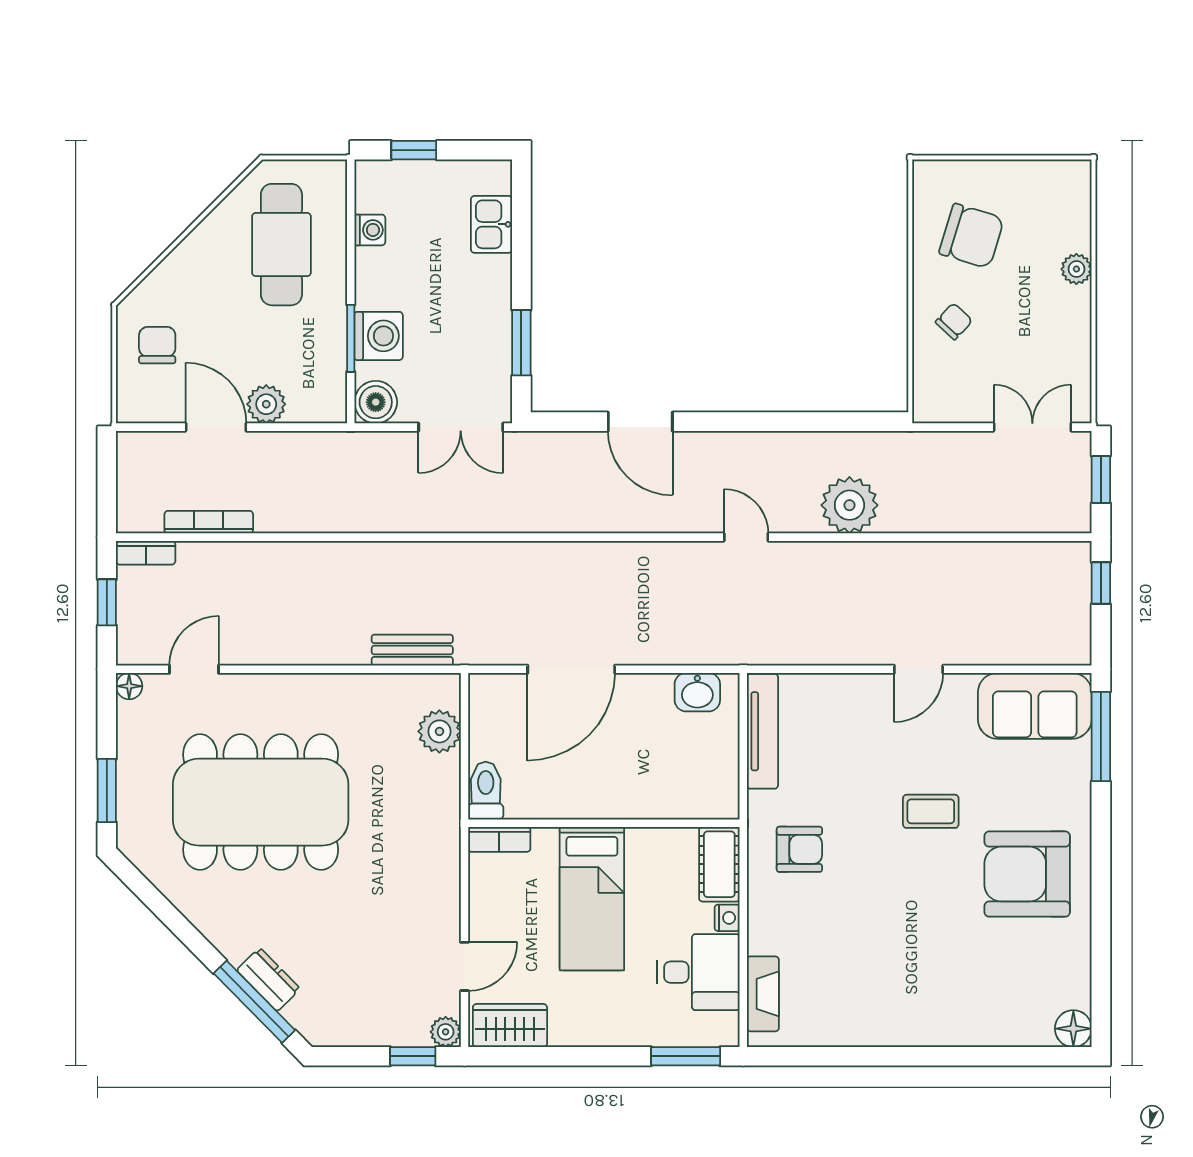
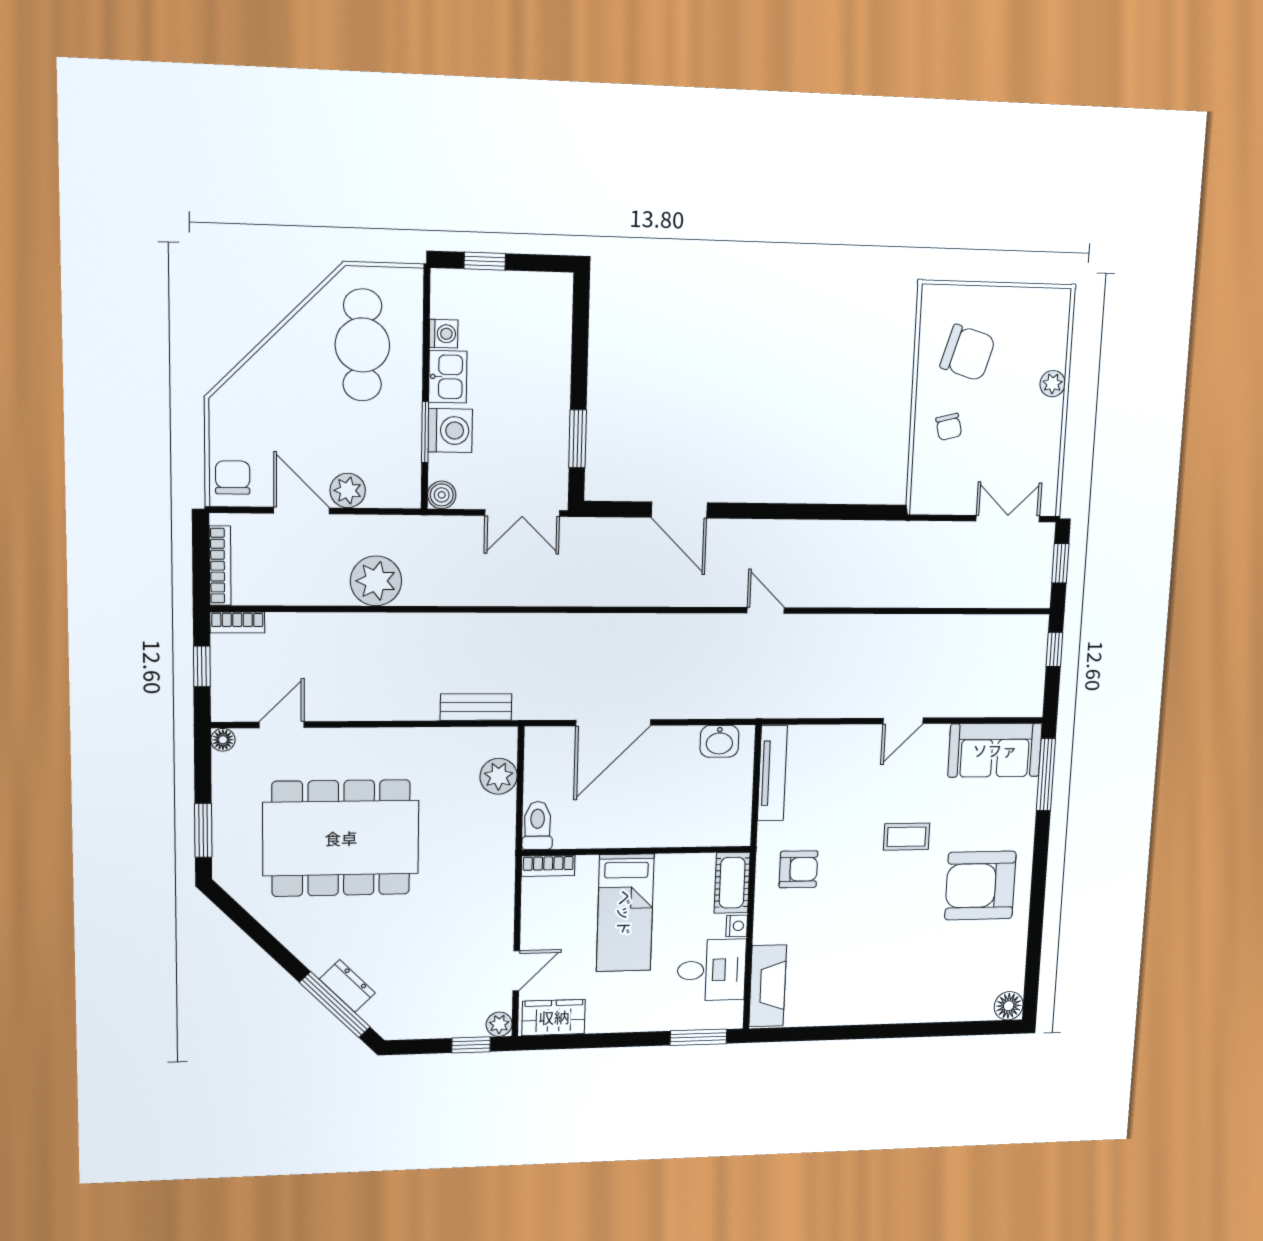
kitchen sink: (492, 224) -> (448, 377), moved, turned 180
chair: (954, 321) -> (949, 427), turned 123
chair: (157, 345) -> (233, 477), moved
boiler: (376, 402) -> (442, 495), width x0.73, depth x0.73
plant: (849, 505) -> (376, 581), moved
bookcase: (209, 522) -> (220, 566), moved, turned 90
fireplace: (763, 994) -> (768, 986), width x1.37, depth x1.32

